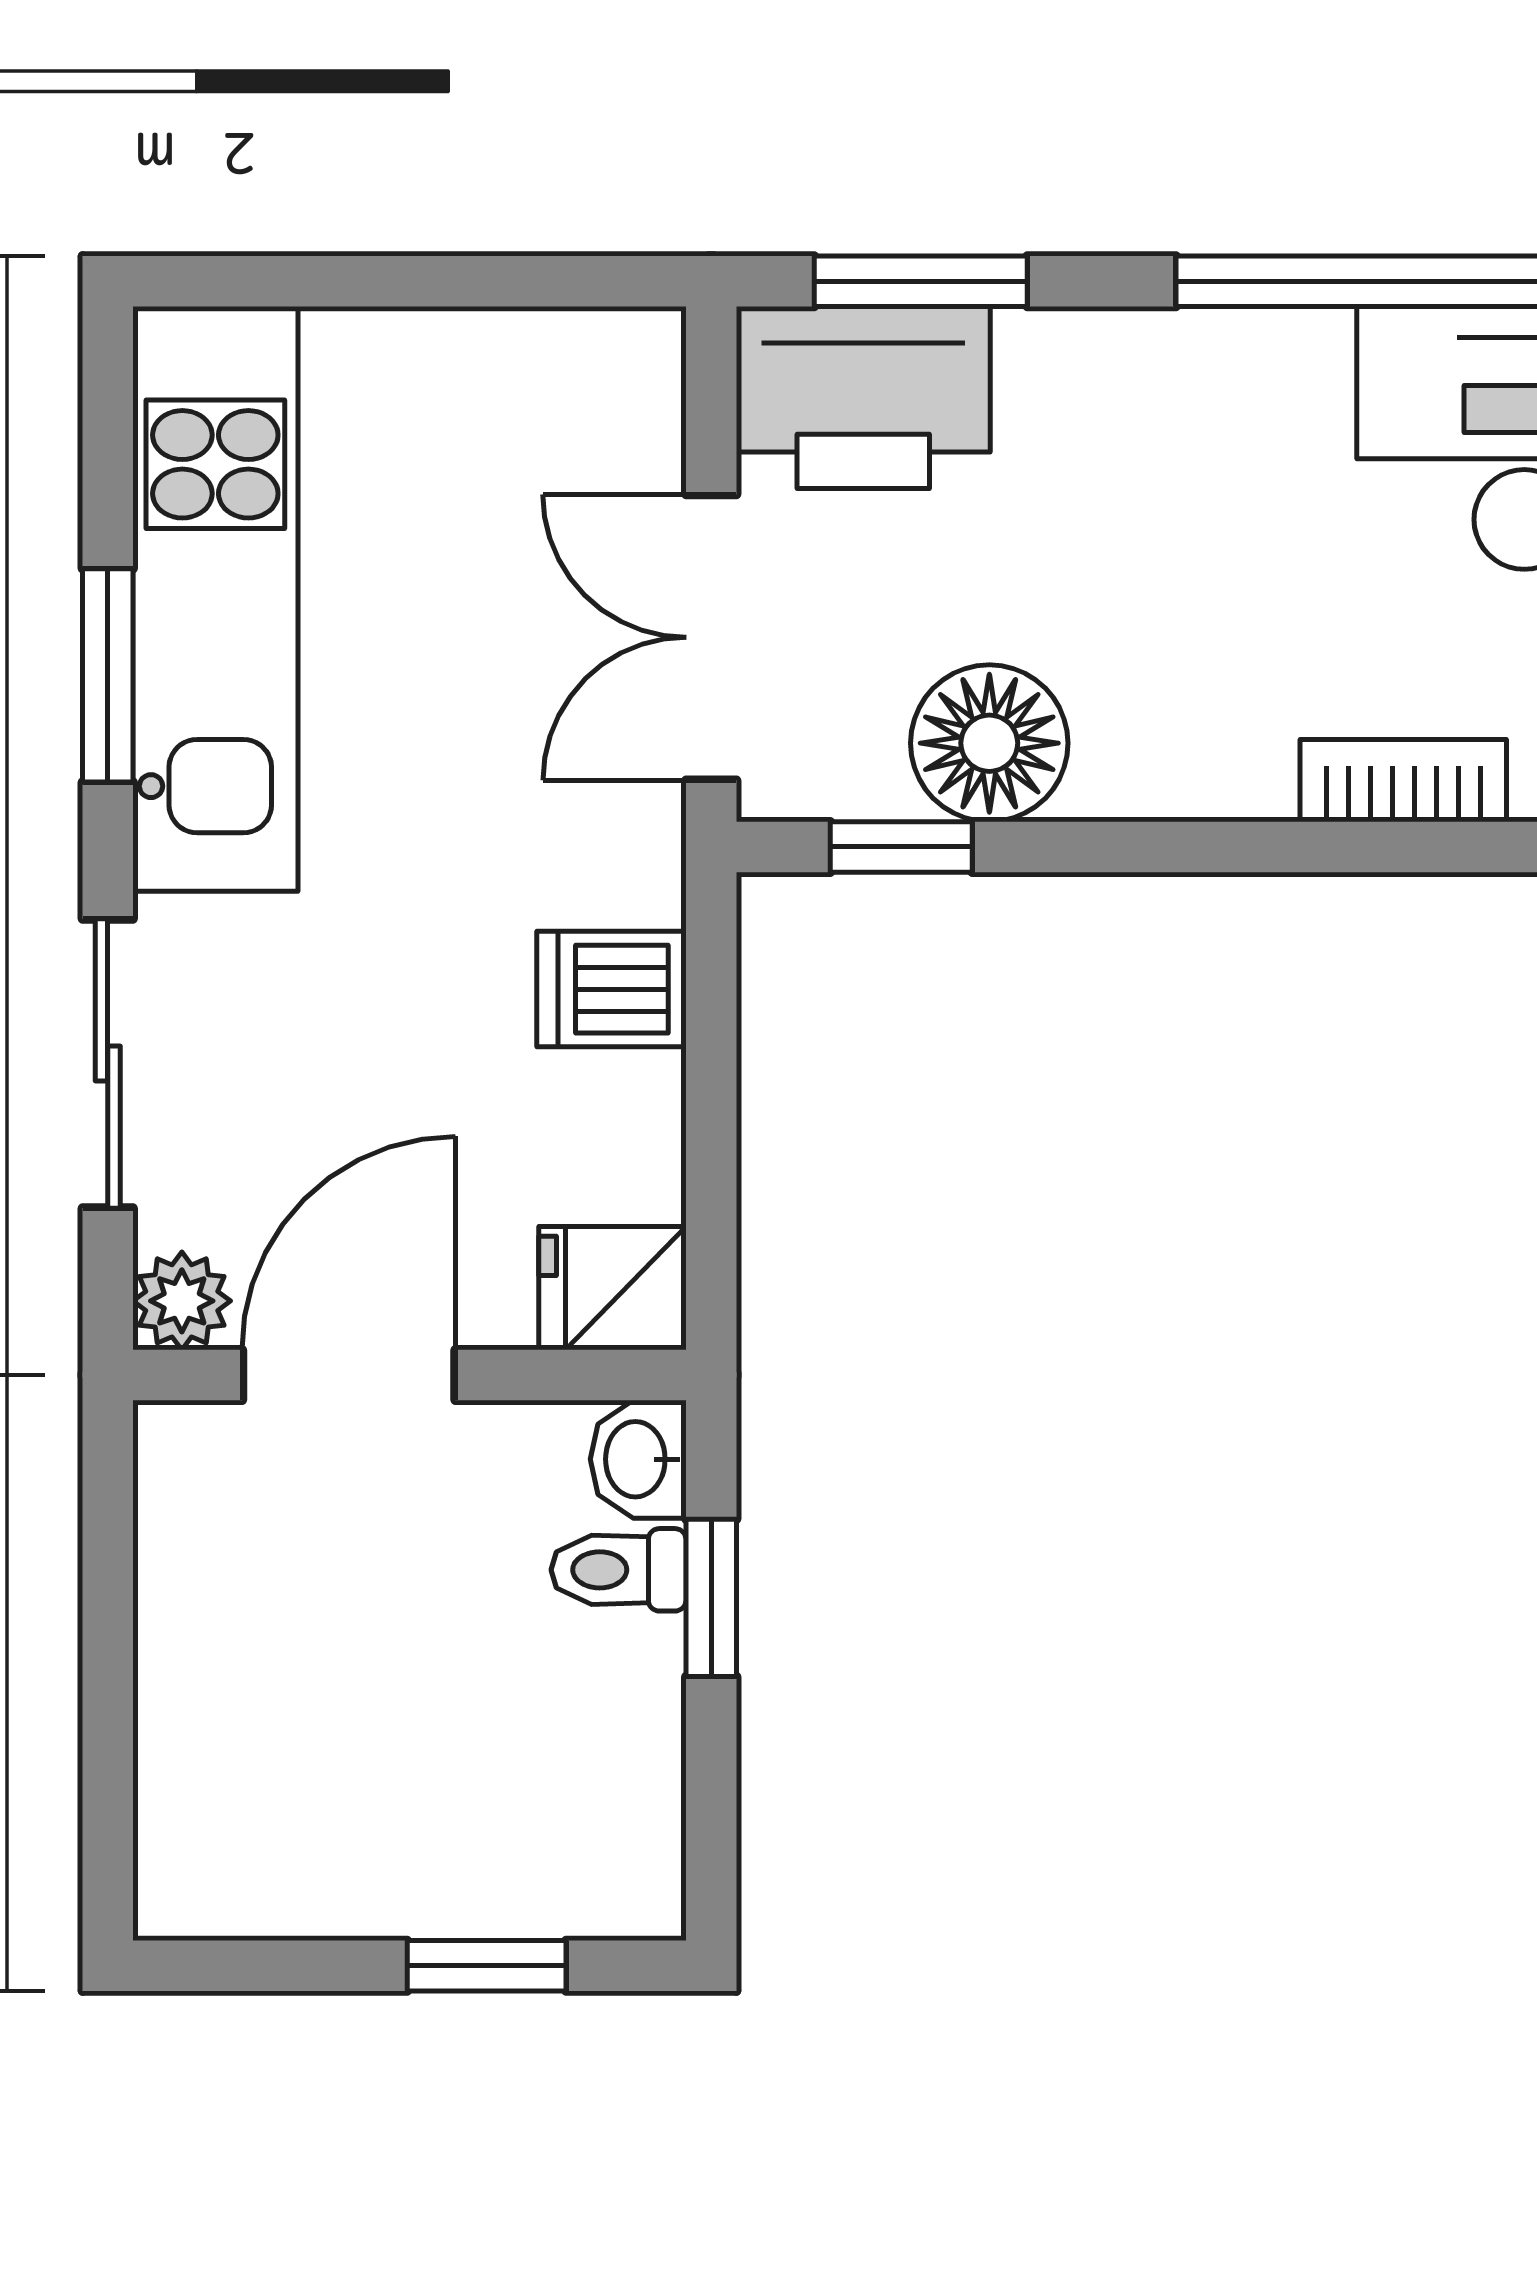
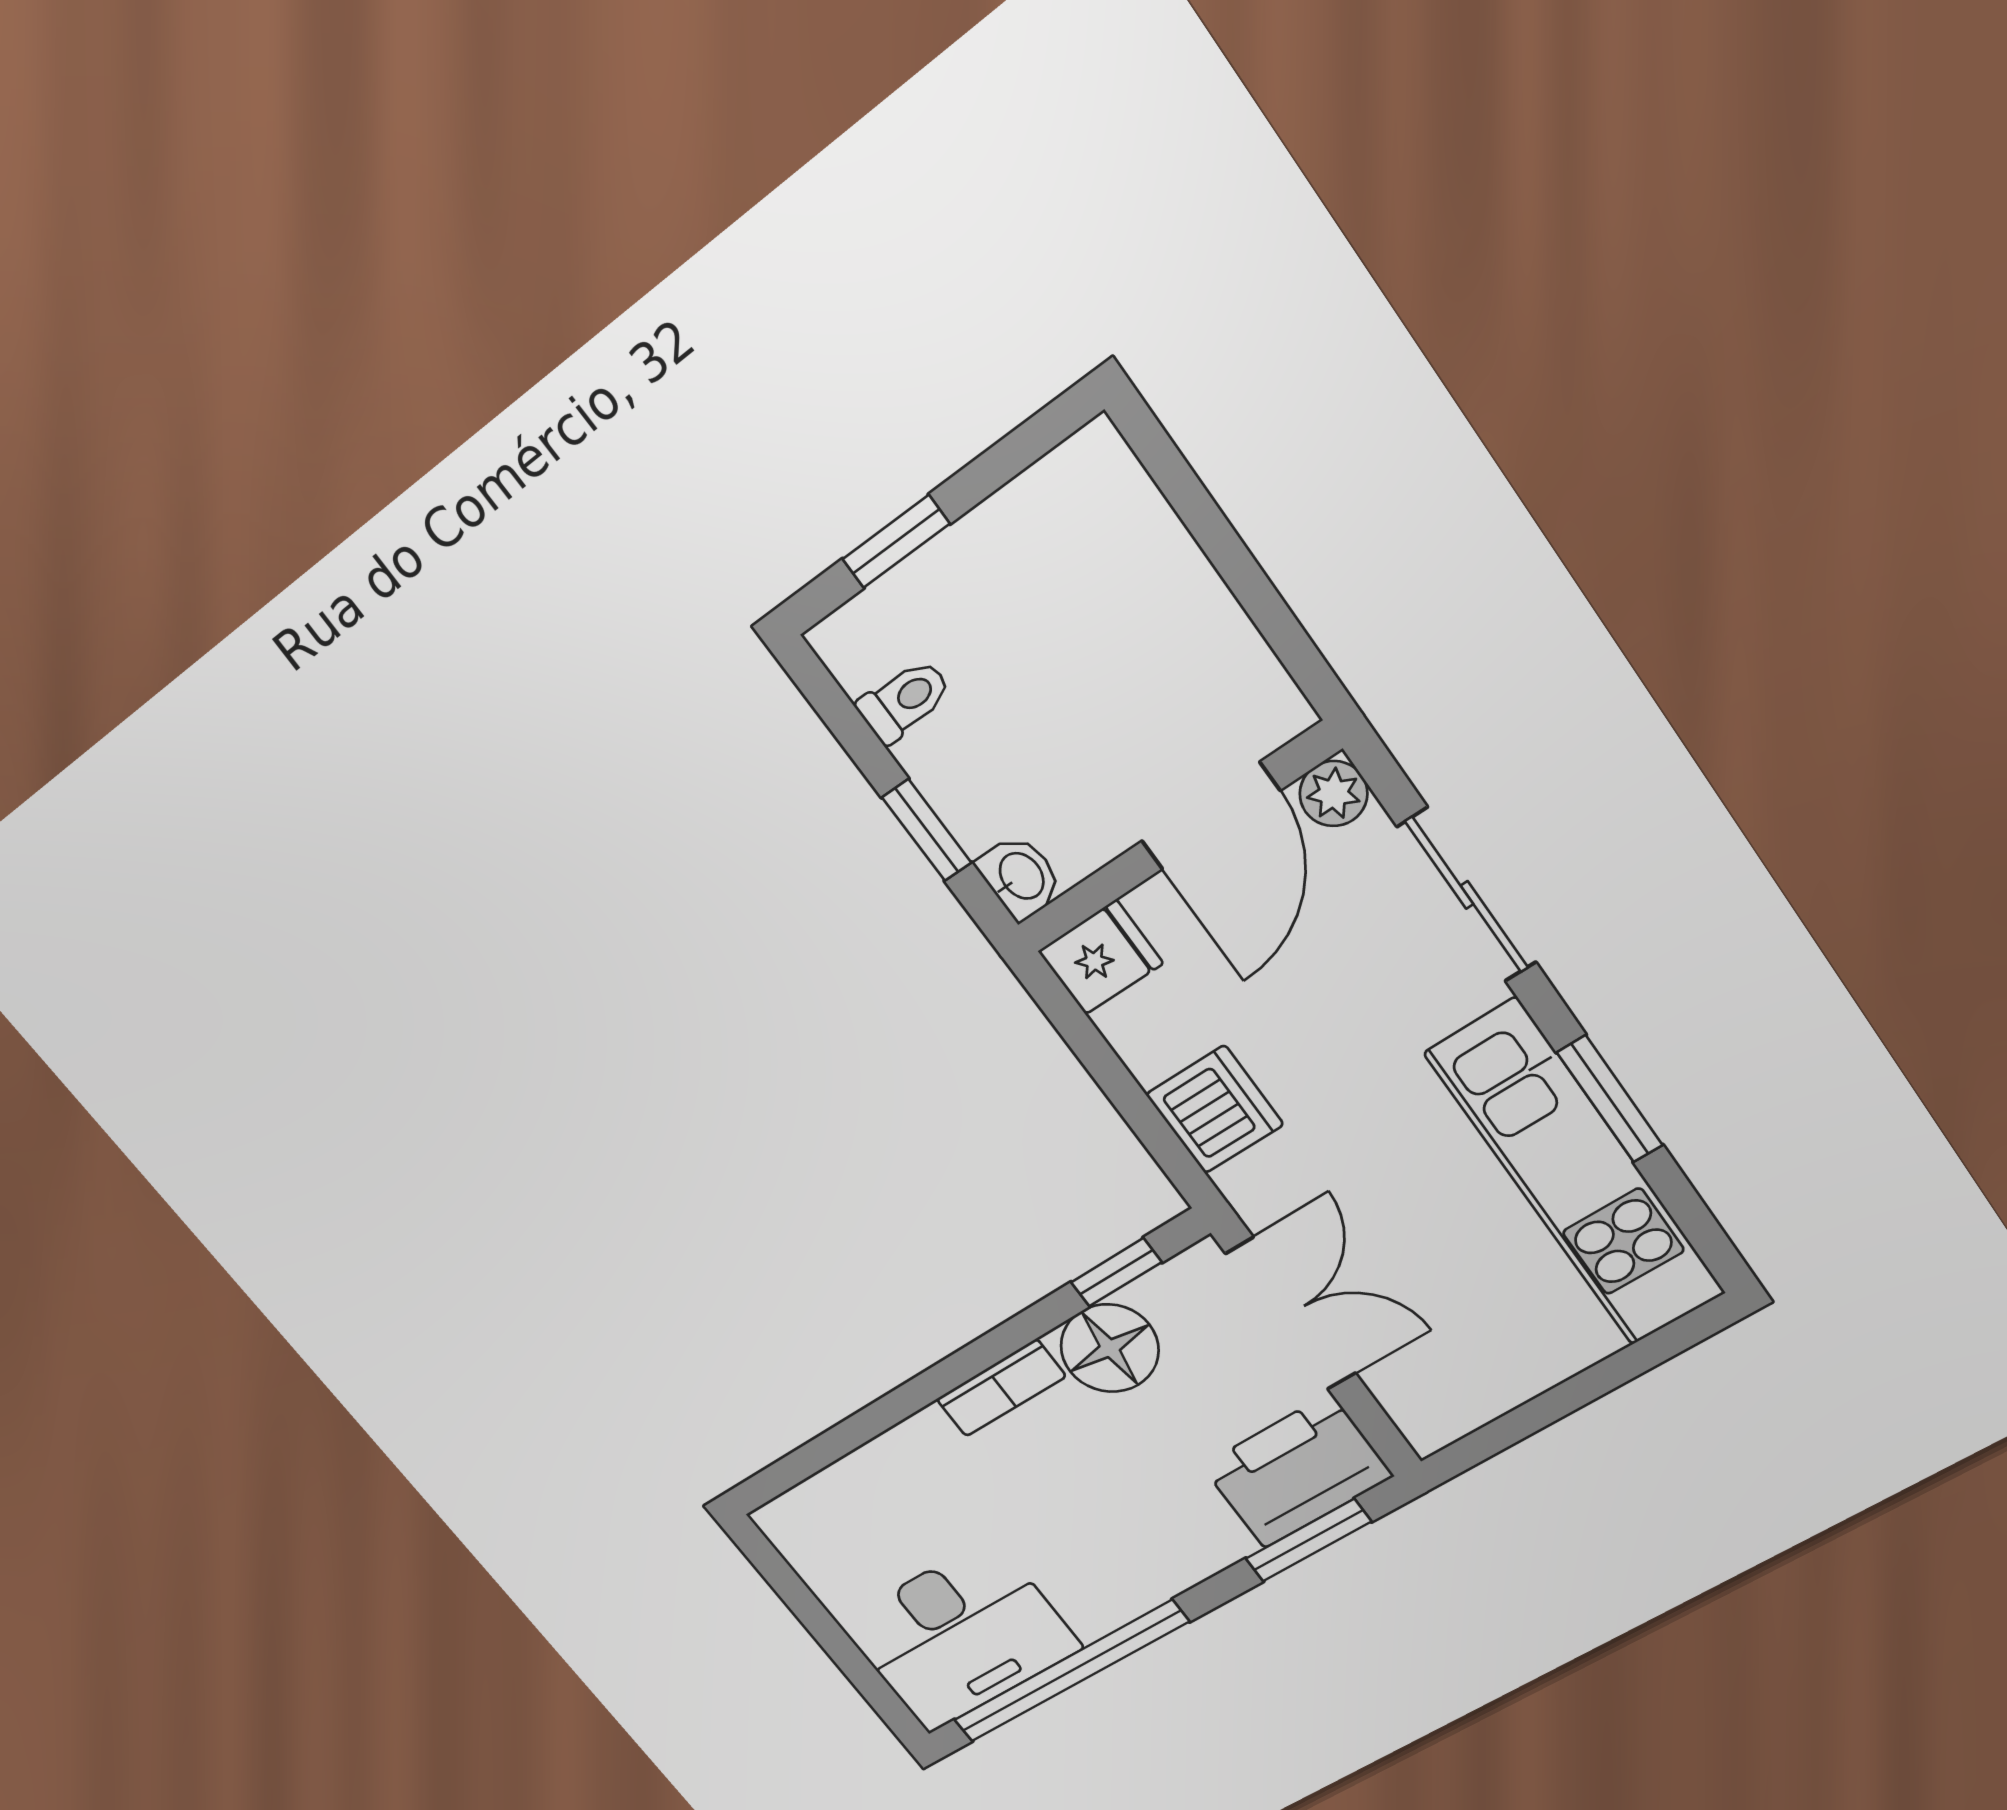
bookcase: (1403, 781) -> (1001, 1388), moved
dishwasher: (611, 989) -> (1215, 1110), width x1.38
toilet: (619, 1570) -> (904, 701), moved

